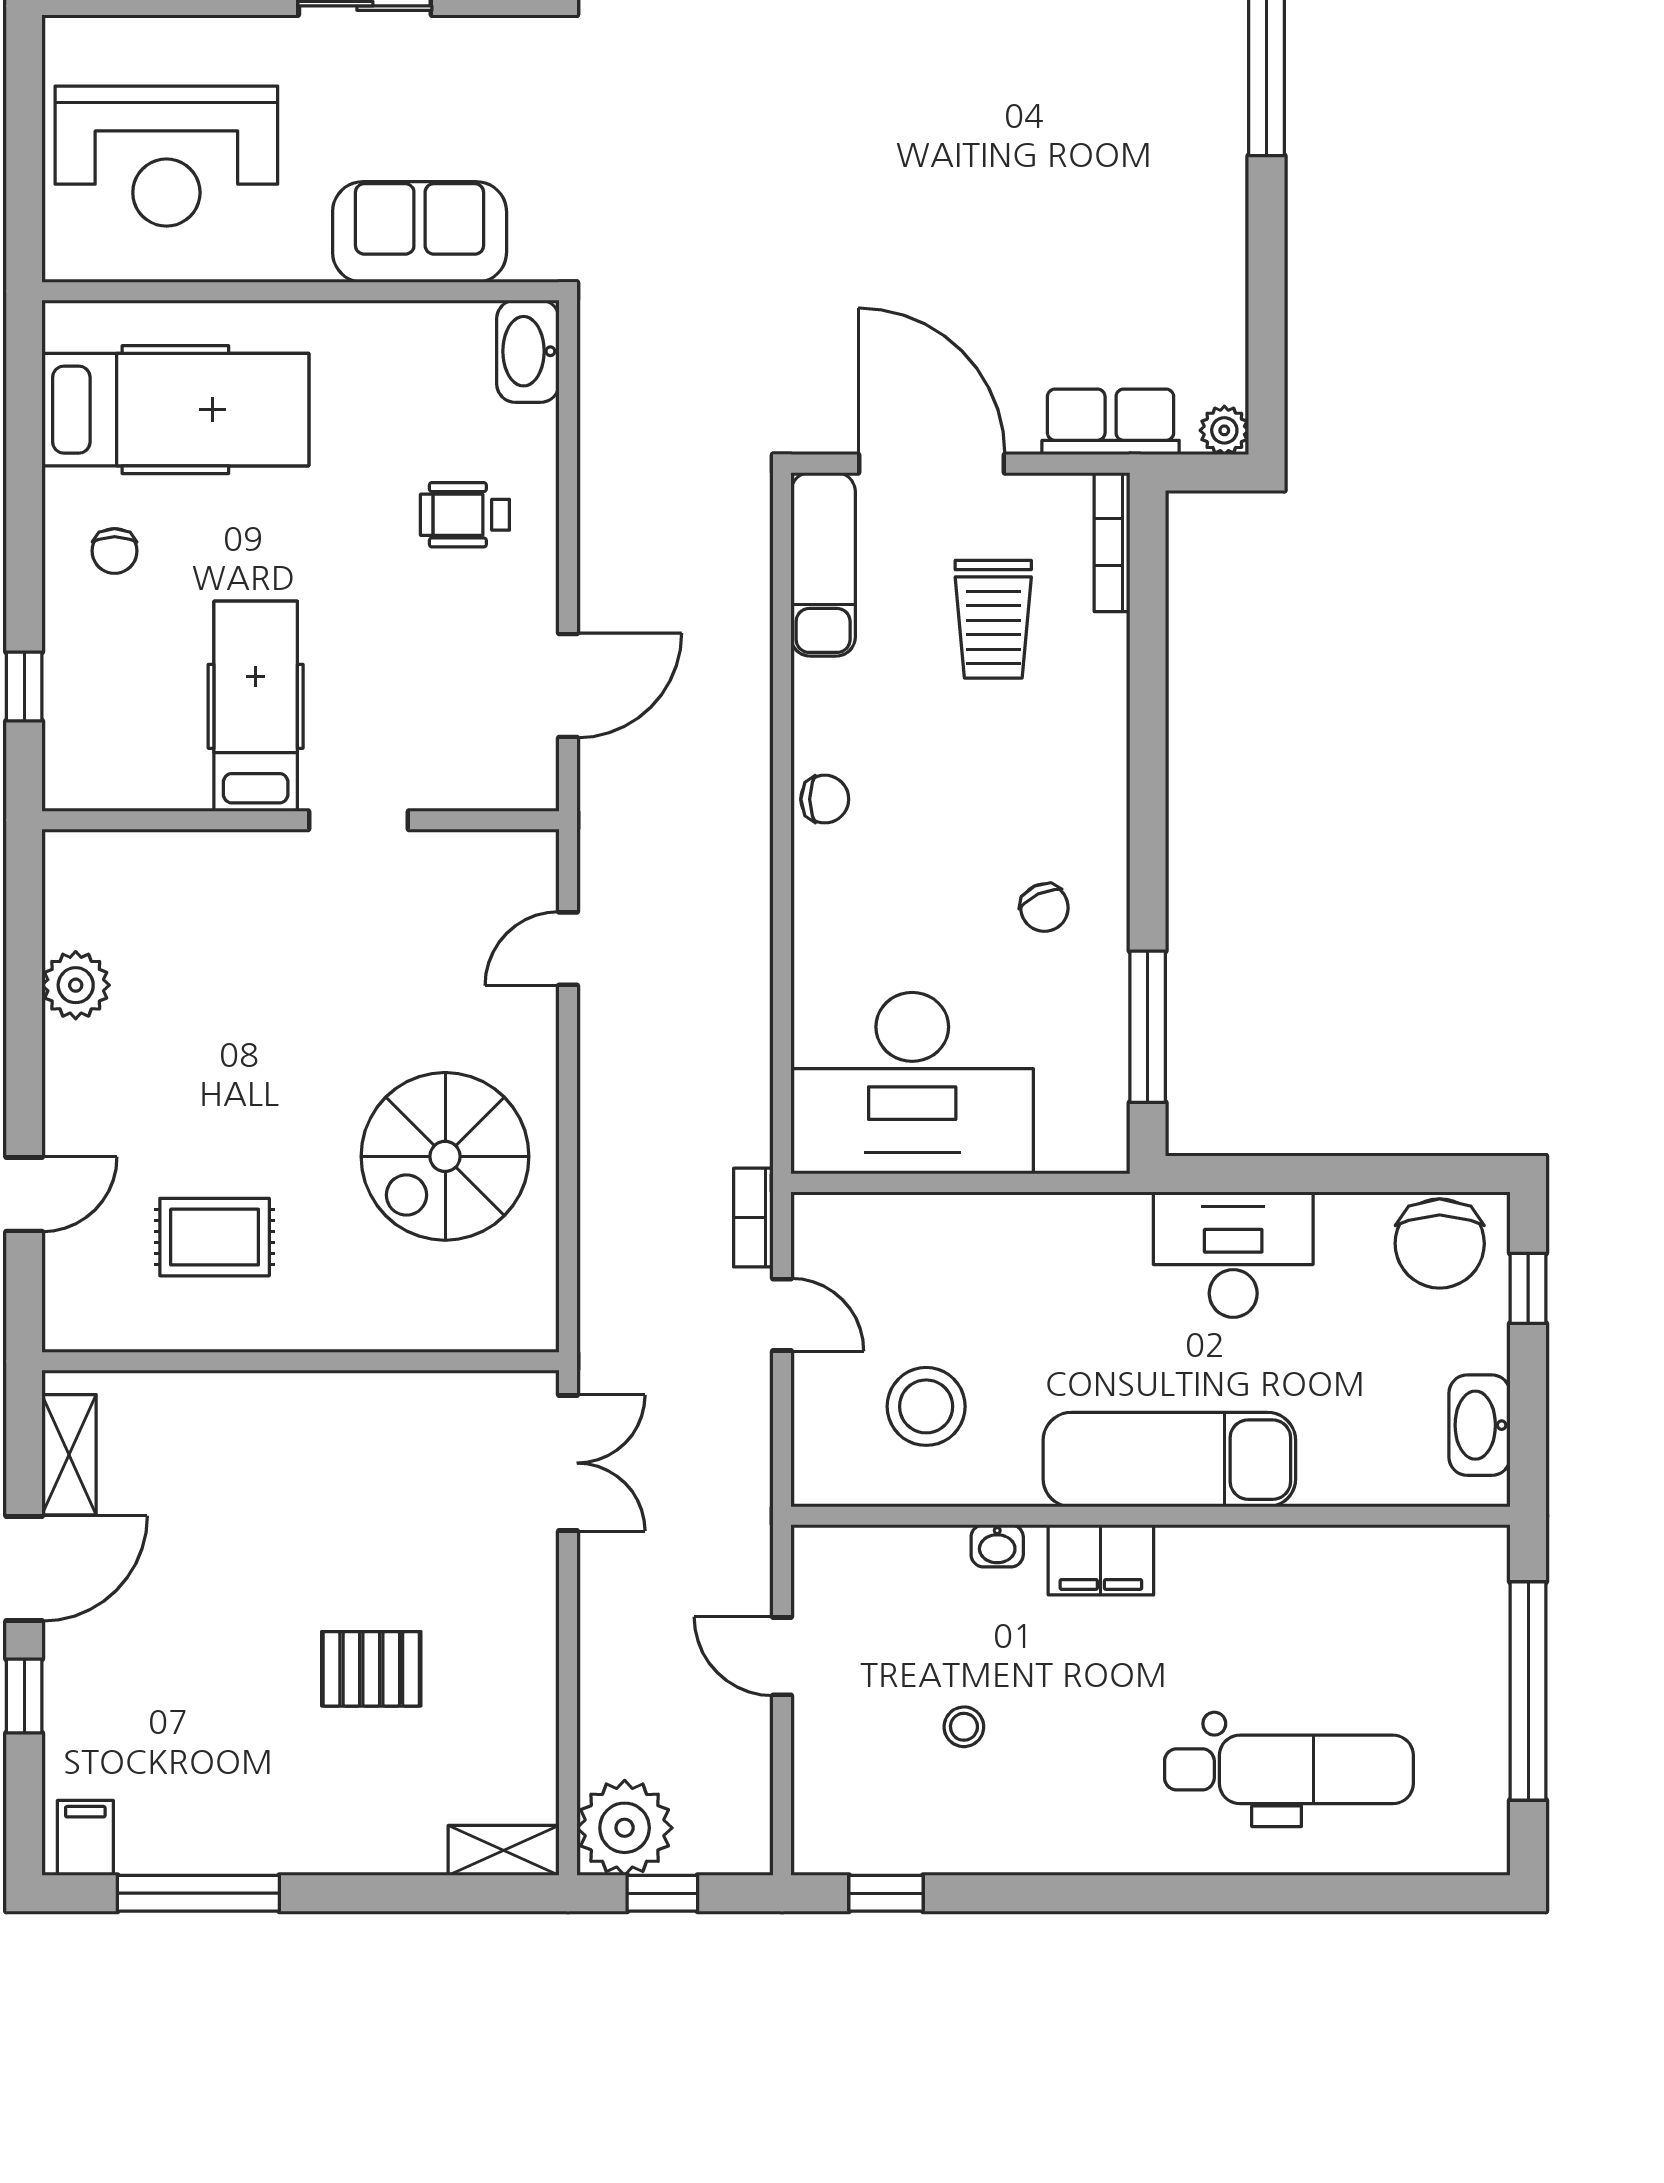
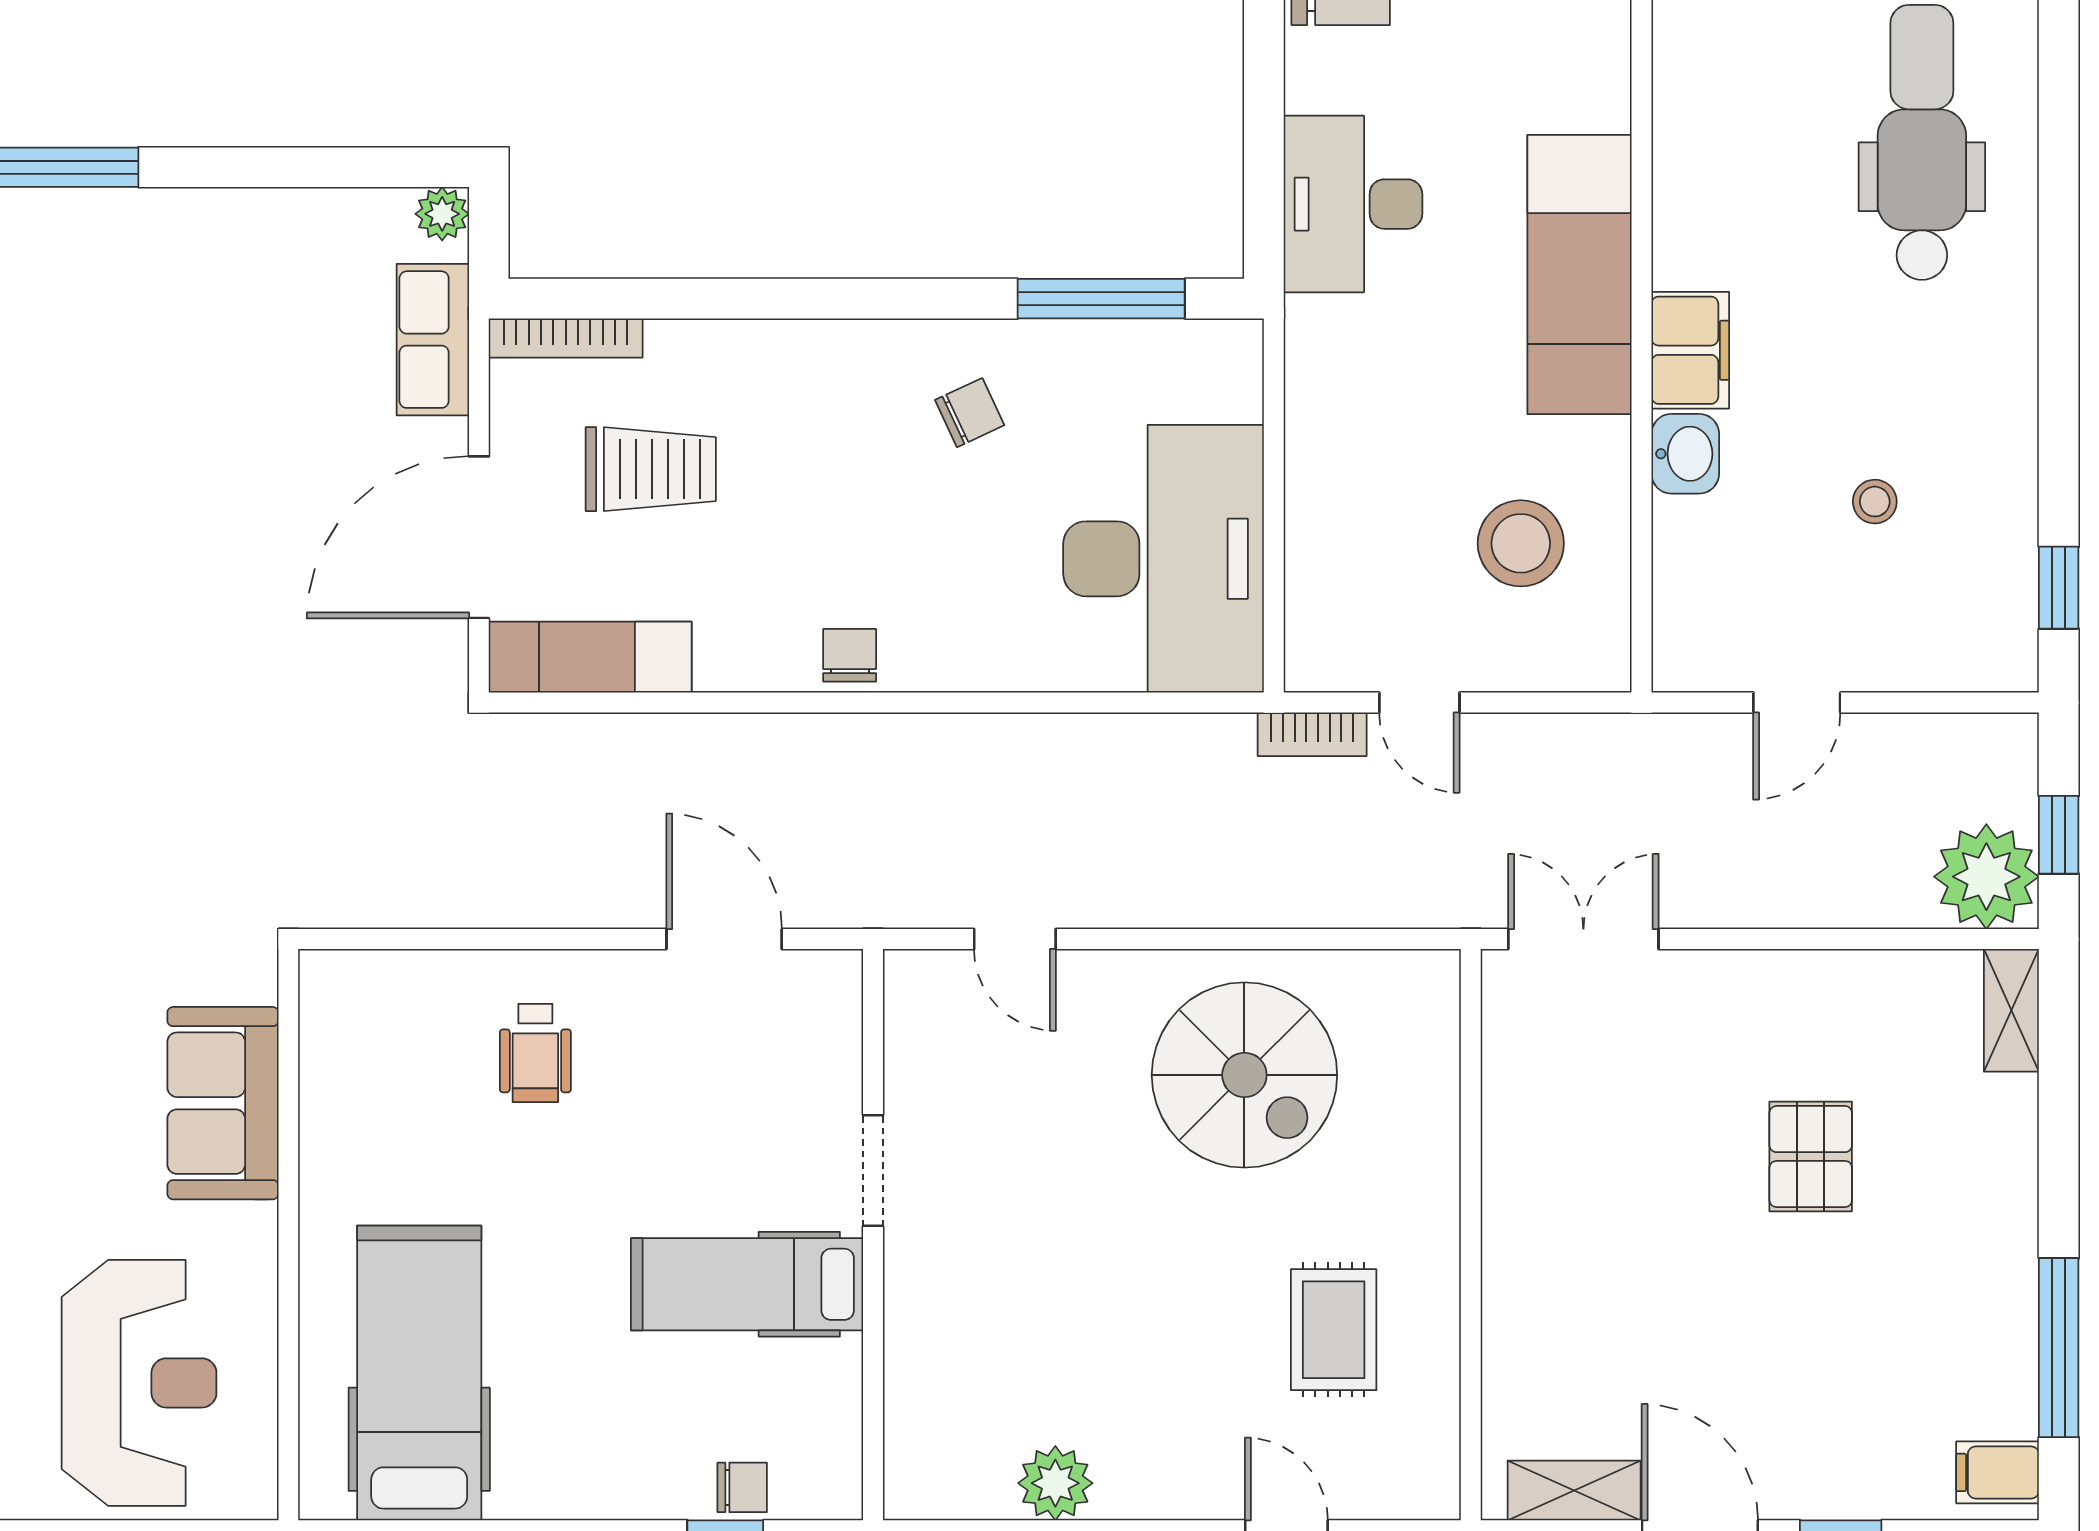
washbasin: (528, 351) -> (355, 983), removed
chair: (115, 551) -> (742, 1487), moved
door: (782, 1315) -> (1419, 703), swing flipped
washbasin: (997, 1546) -> (1685, 454), width x1.38, depth x1.45

